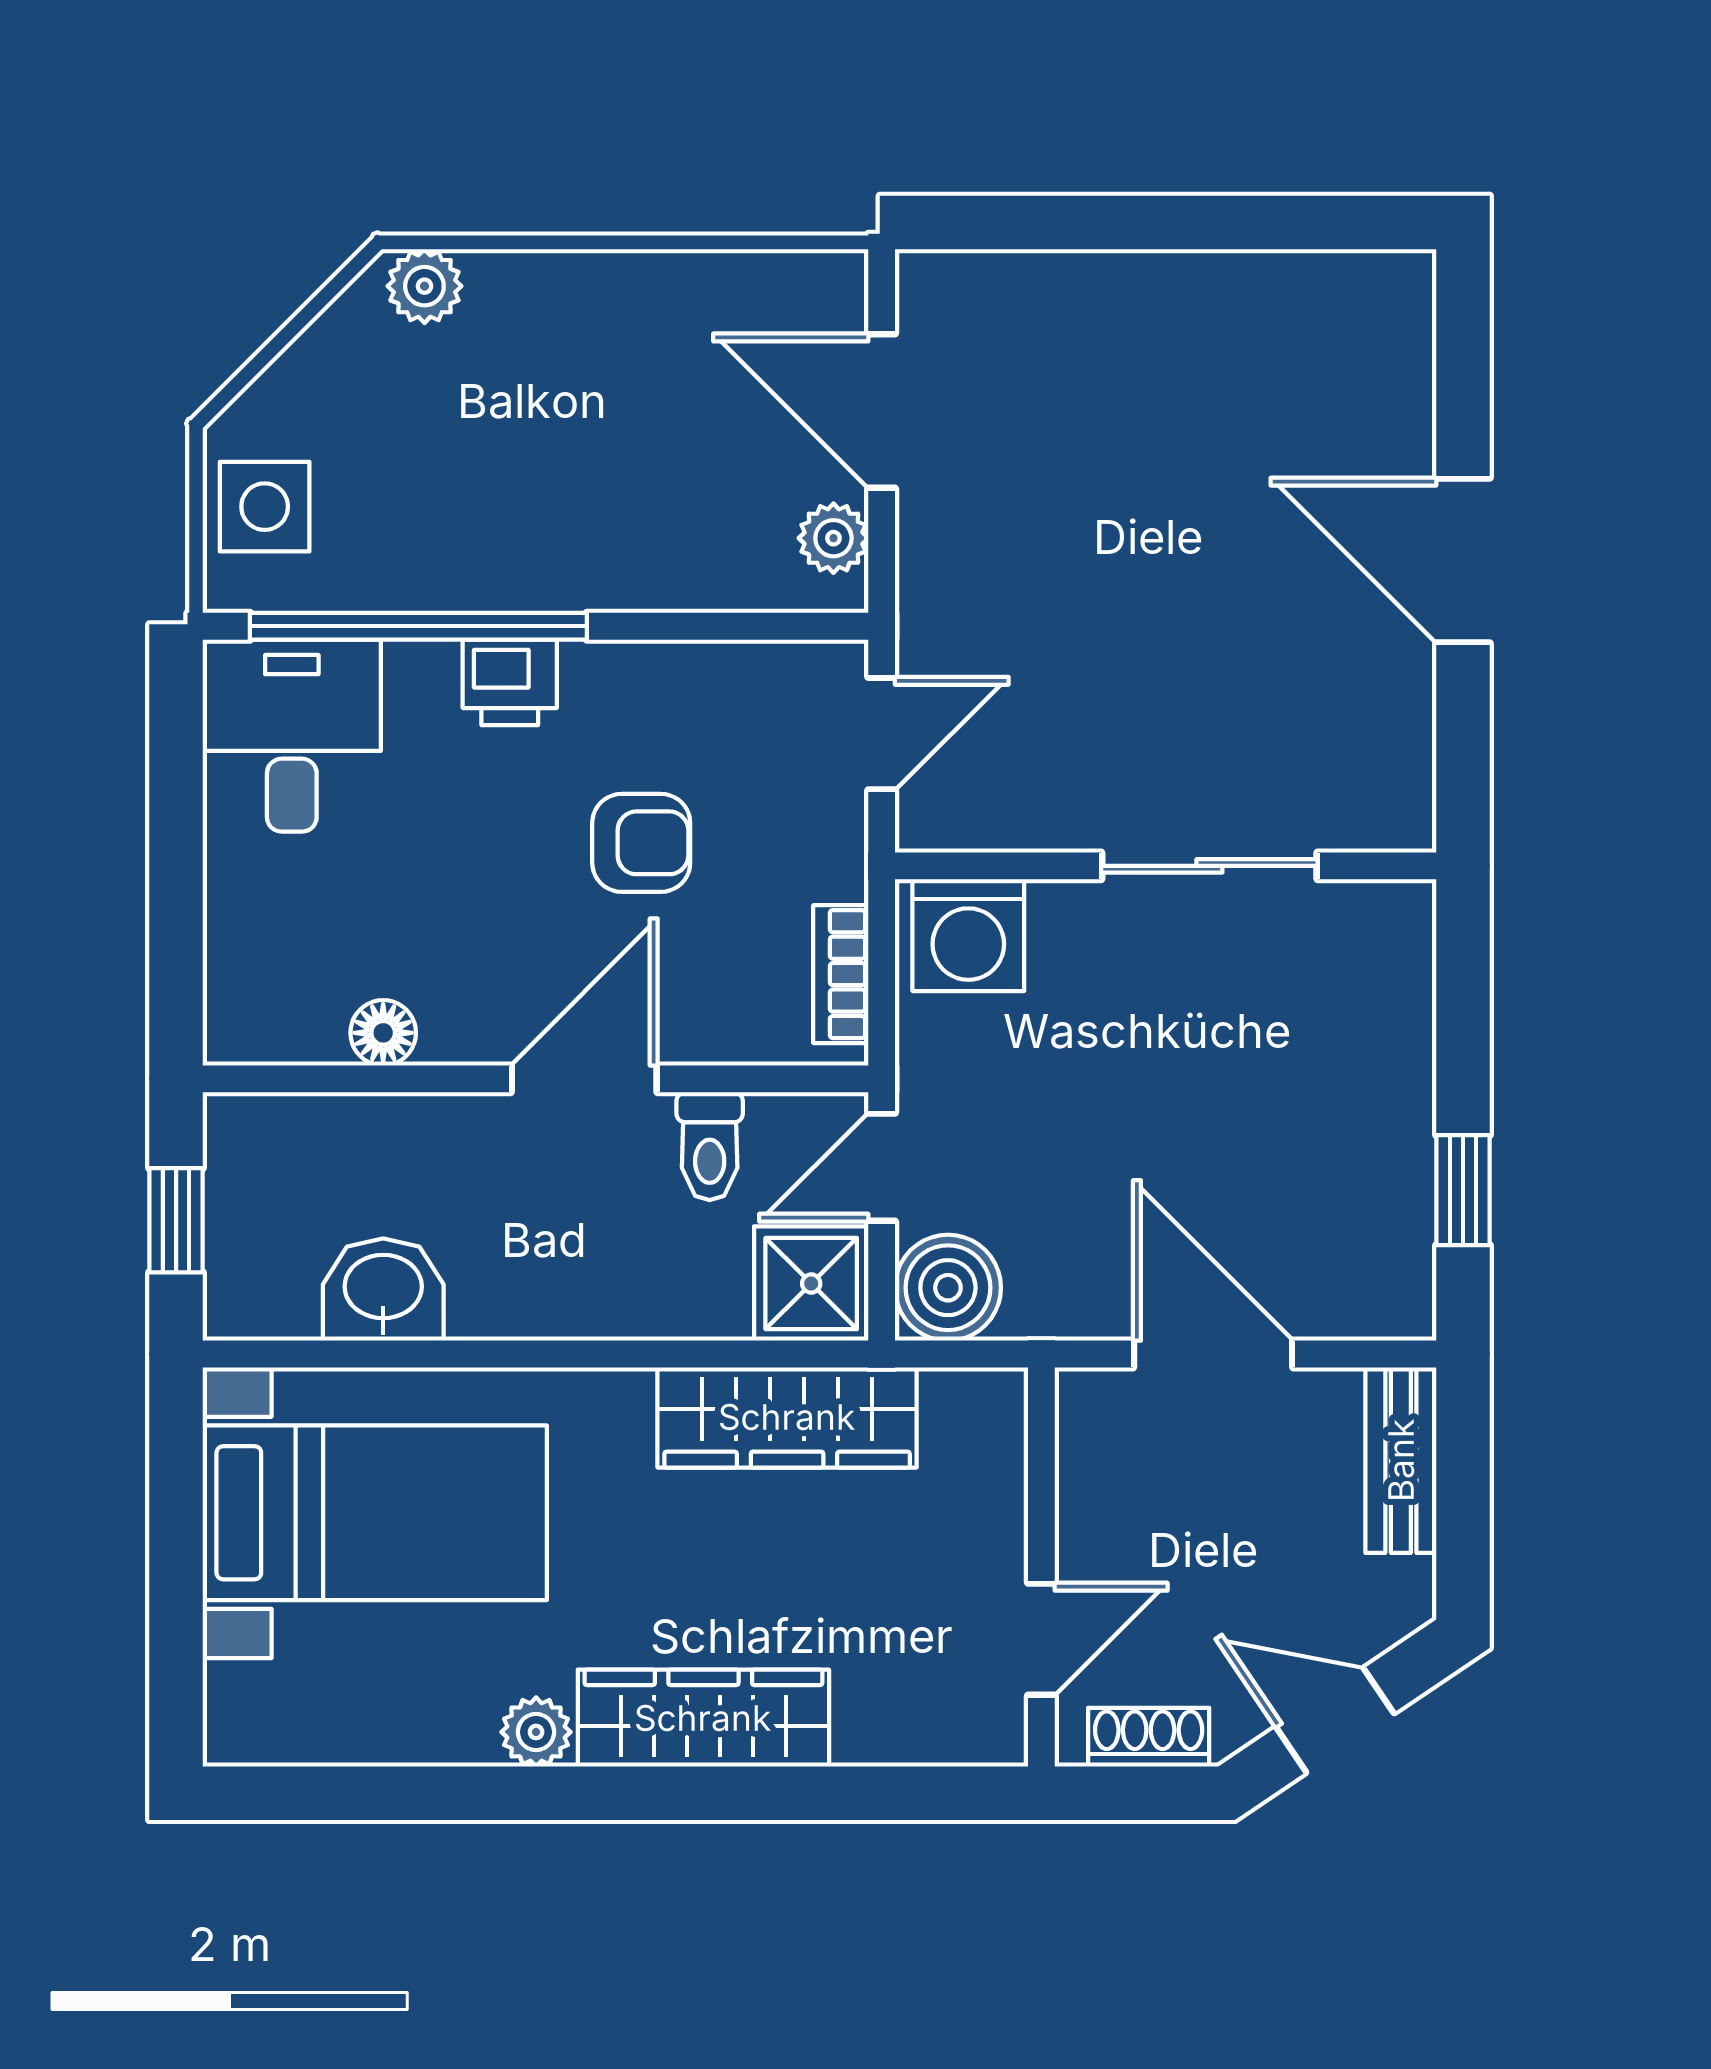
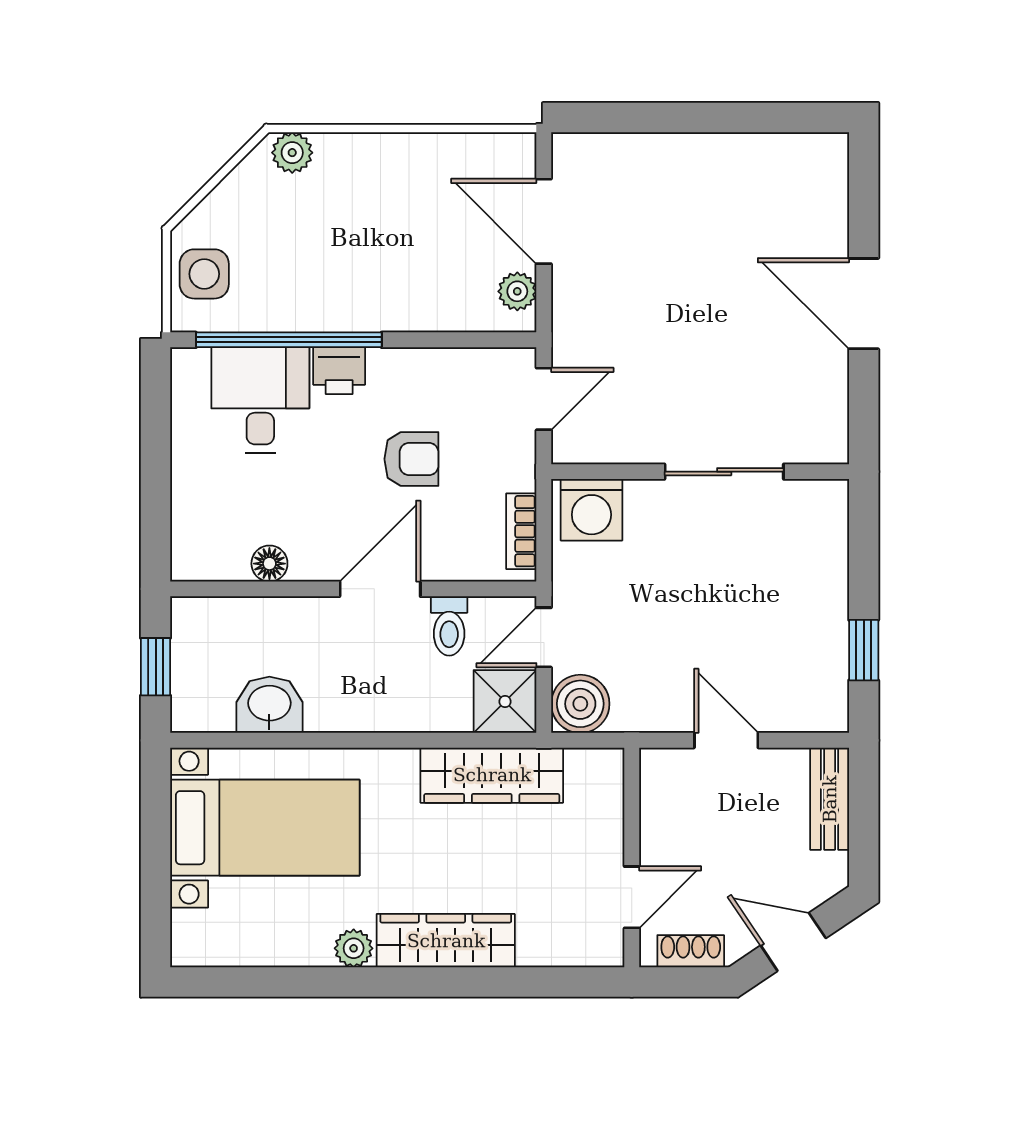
desk: (292, 736) -> (260, 400), moved
door: (1213, 1354) -> (726, 740), width x0.73

